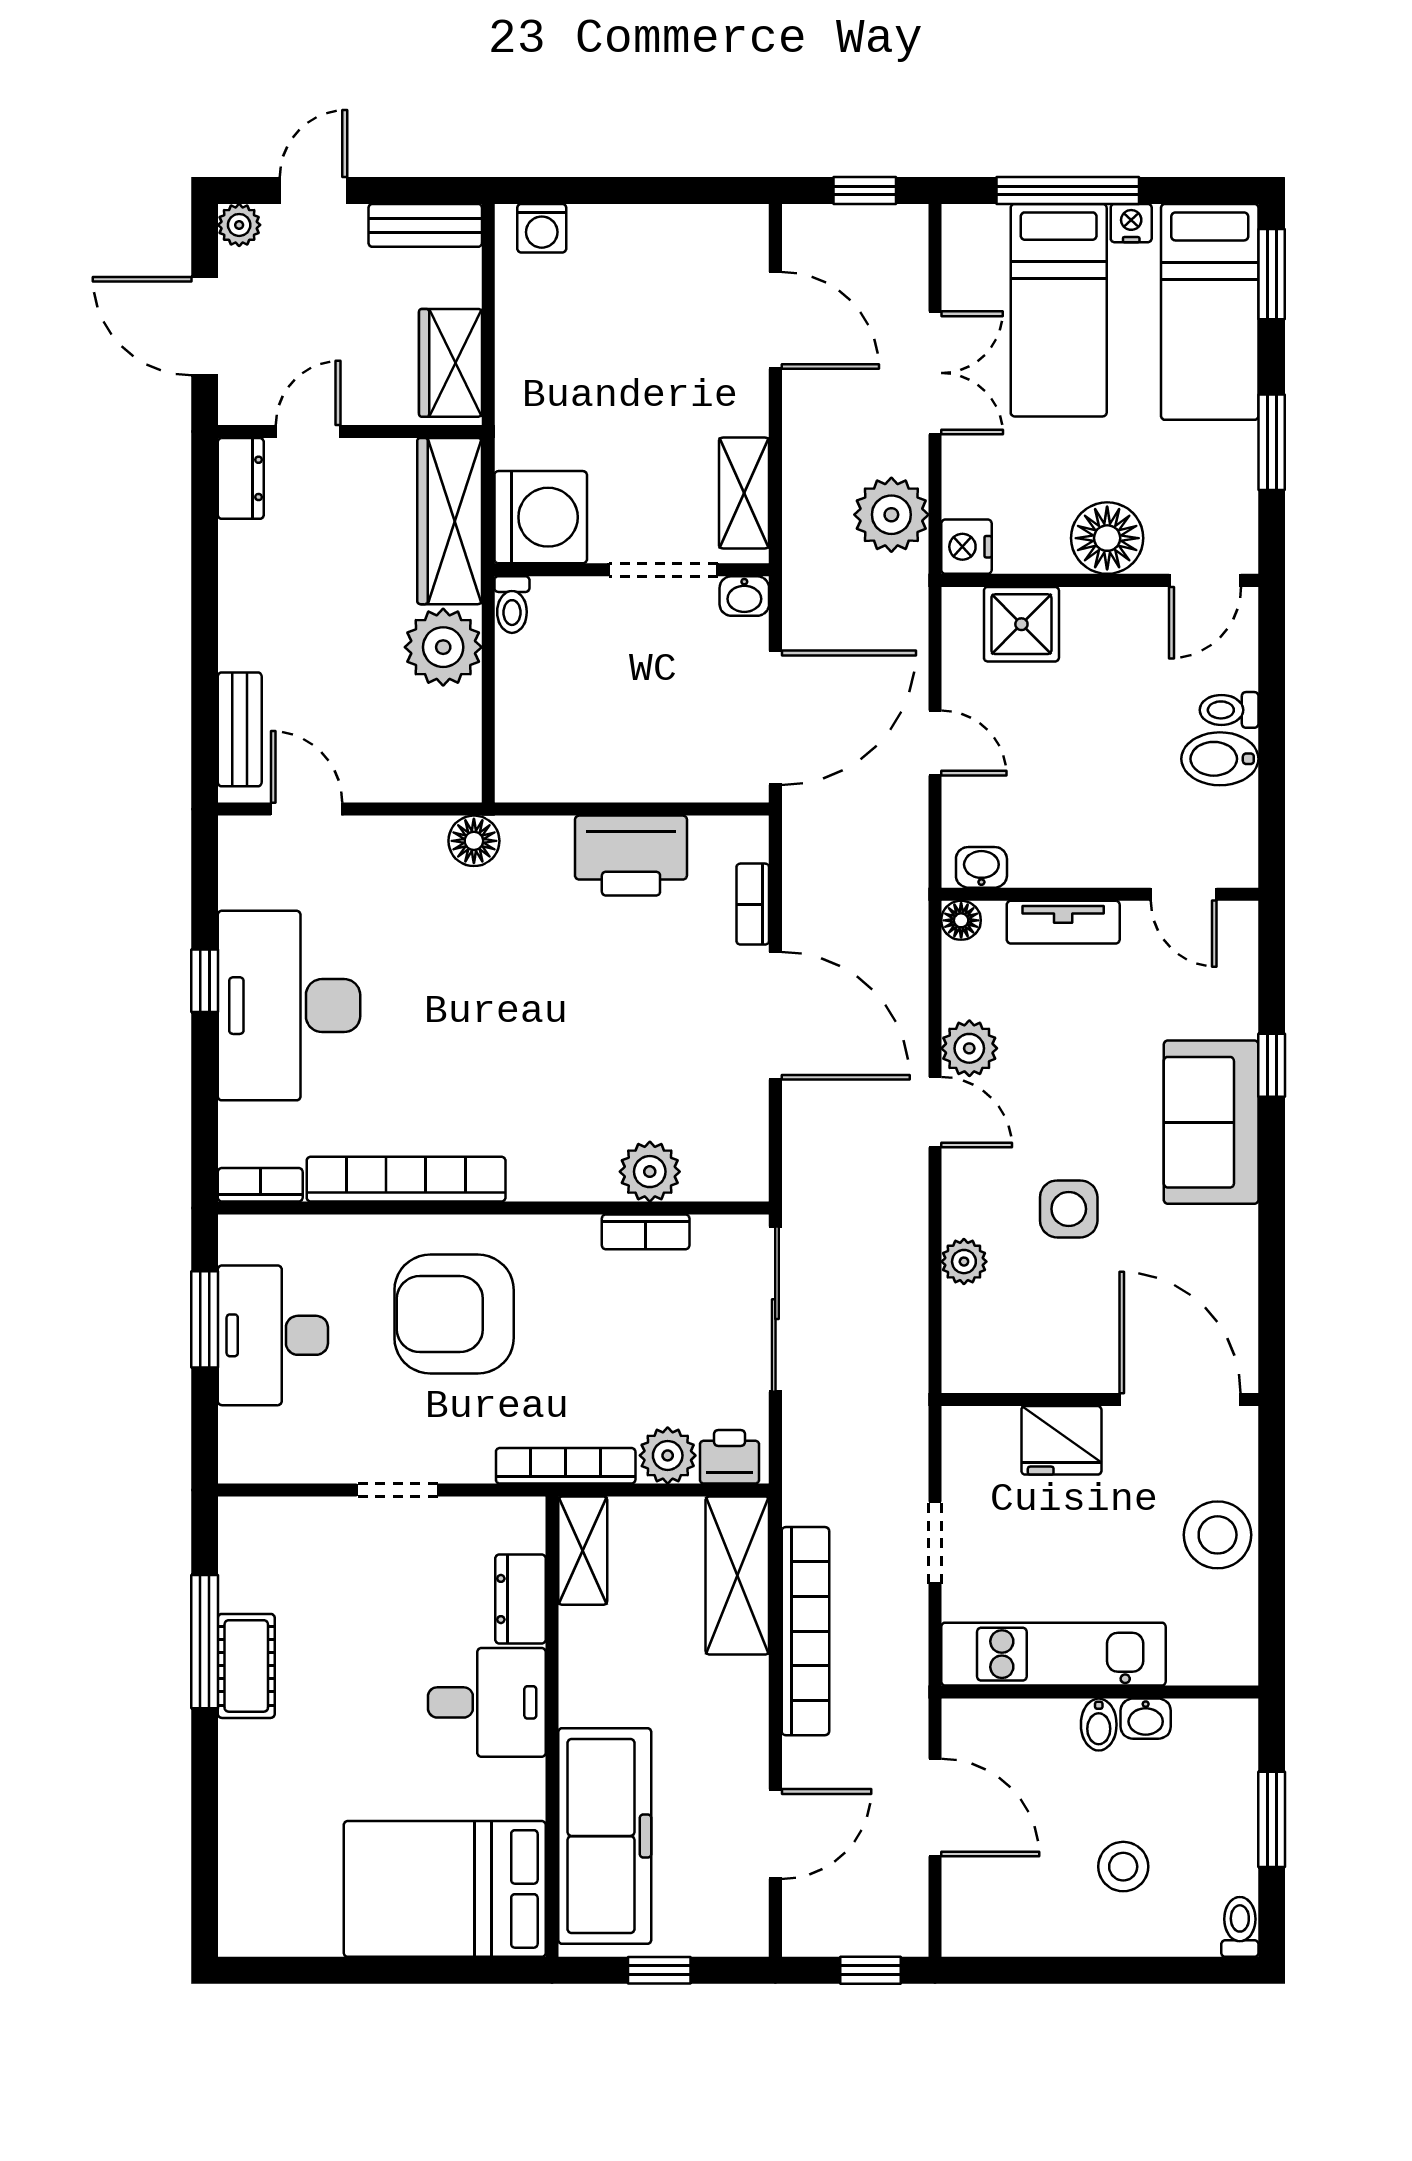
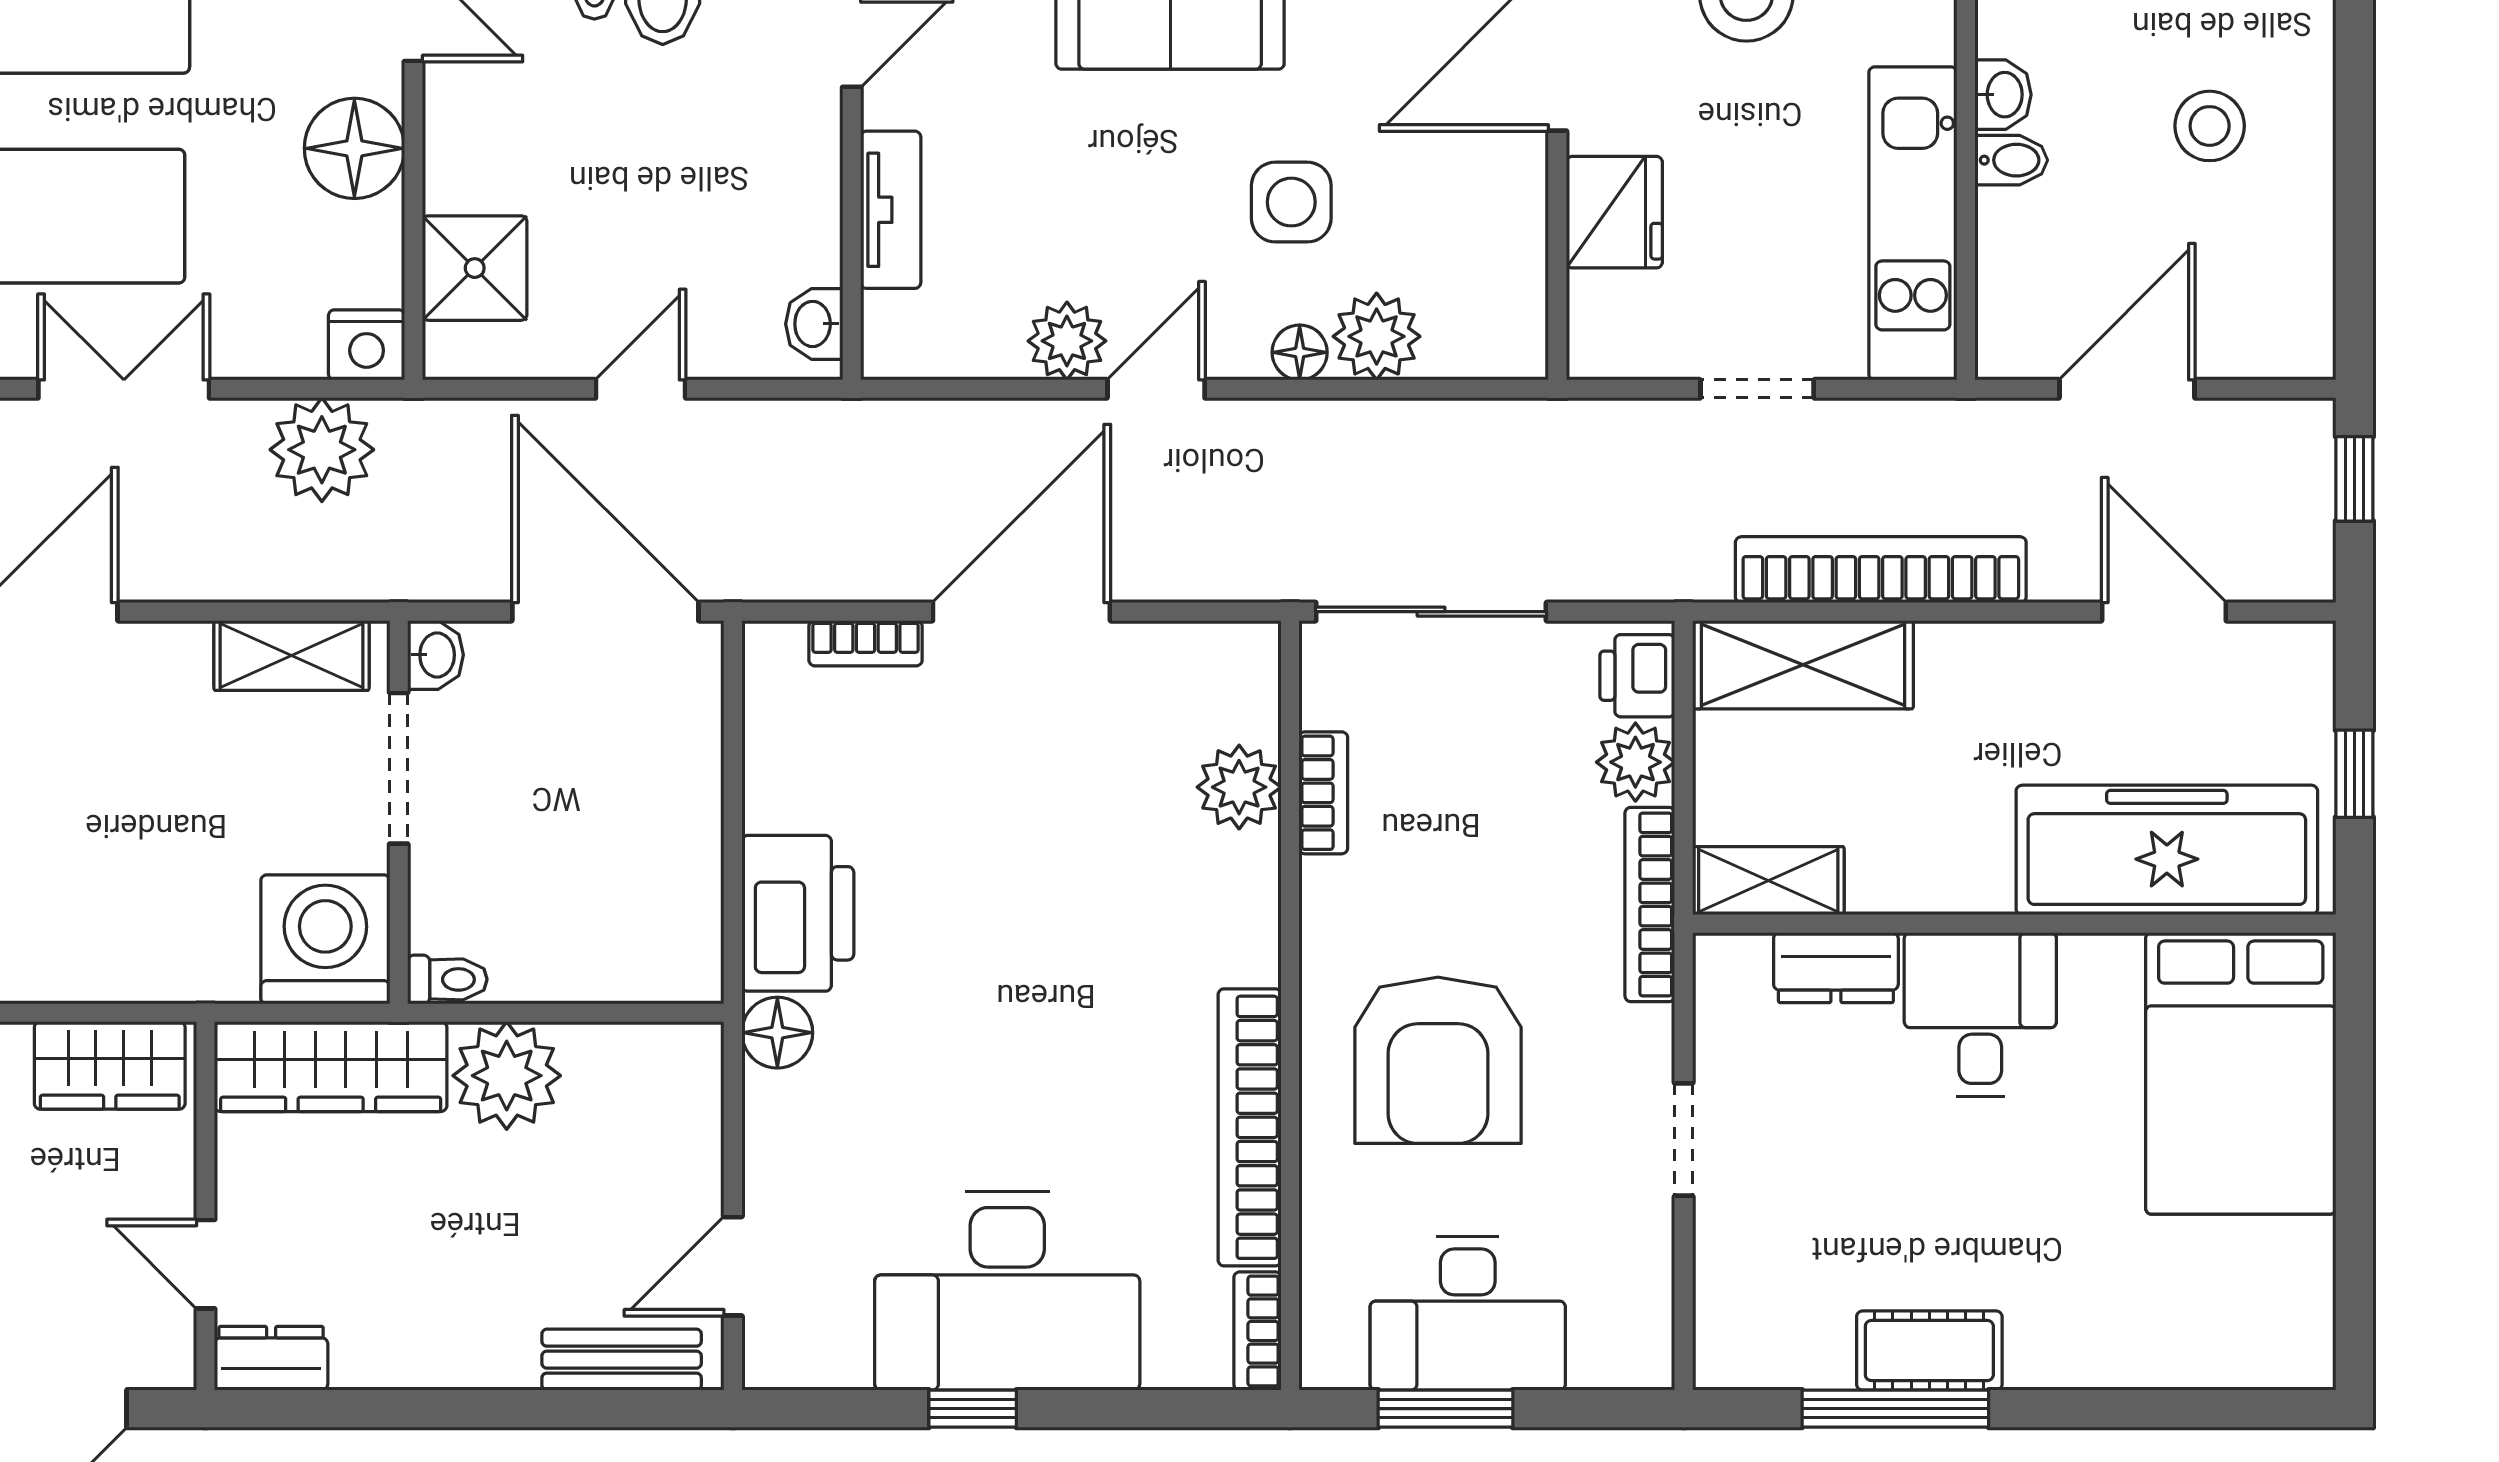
printer: (631, 856) -> (798, 913), moved
floor lamp: (961, 920) -> (1300, 352), moved
plant: (964, 1262) -> (1377, 336), width x1.38, depth x1.38

